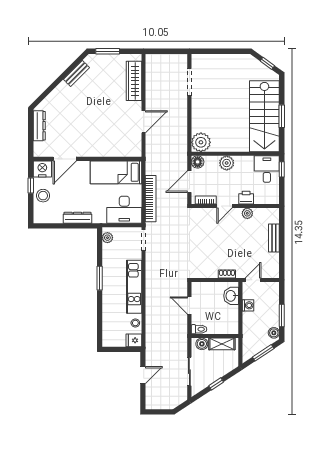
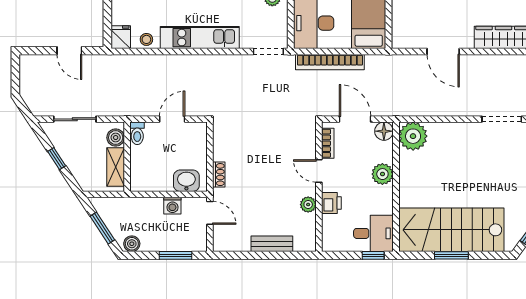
window: (282, 316) -> (175, 255), moved

